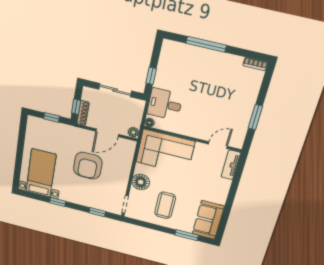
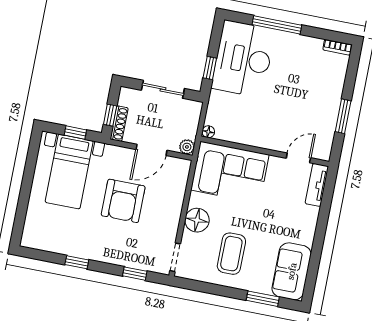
desk: (165, 104) -> (243, 59), moved, width x1.87, depth x1.30
bed with nightstands: (41, 173) -> (69, 172), moved, turned 180

